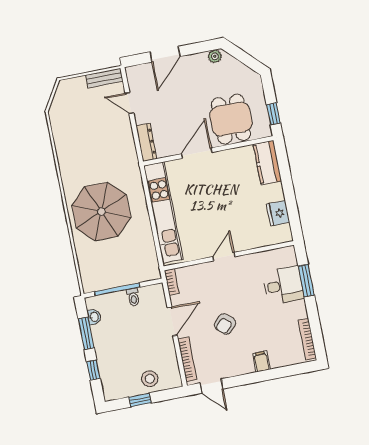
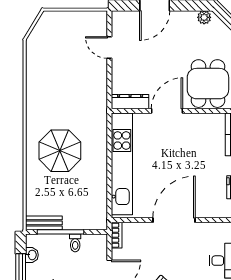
bench: (104, 78) -> (44, 223), moved
dresser: (146, 142) -> (130, 102), moved, turned -90
parasol: (101, 211) -> (60, 151), width x0.73, depth x0.73
door: (224, 257) -> (174, 220), width x1.87

